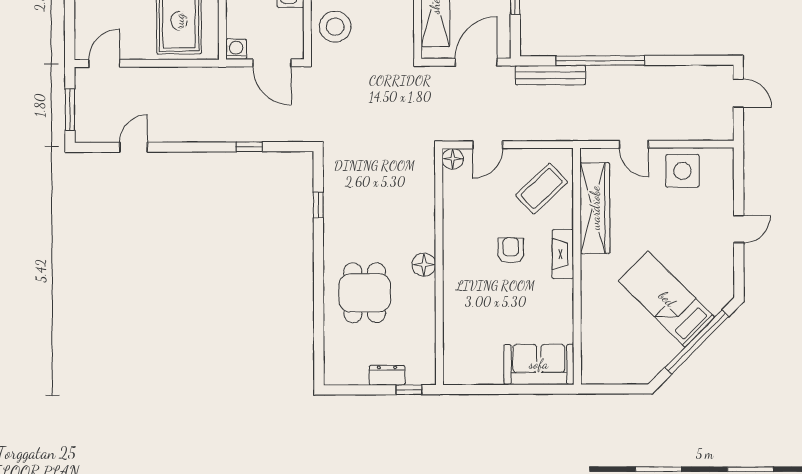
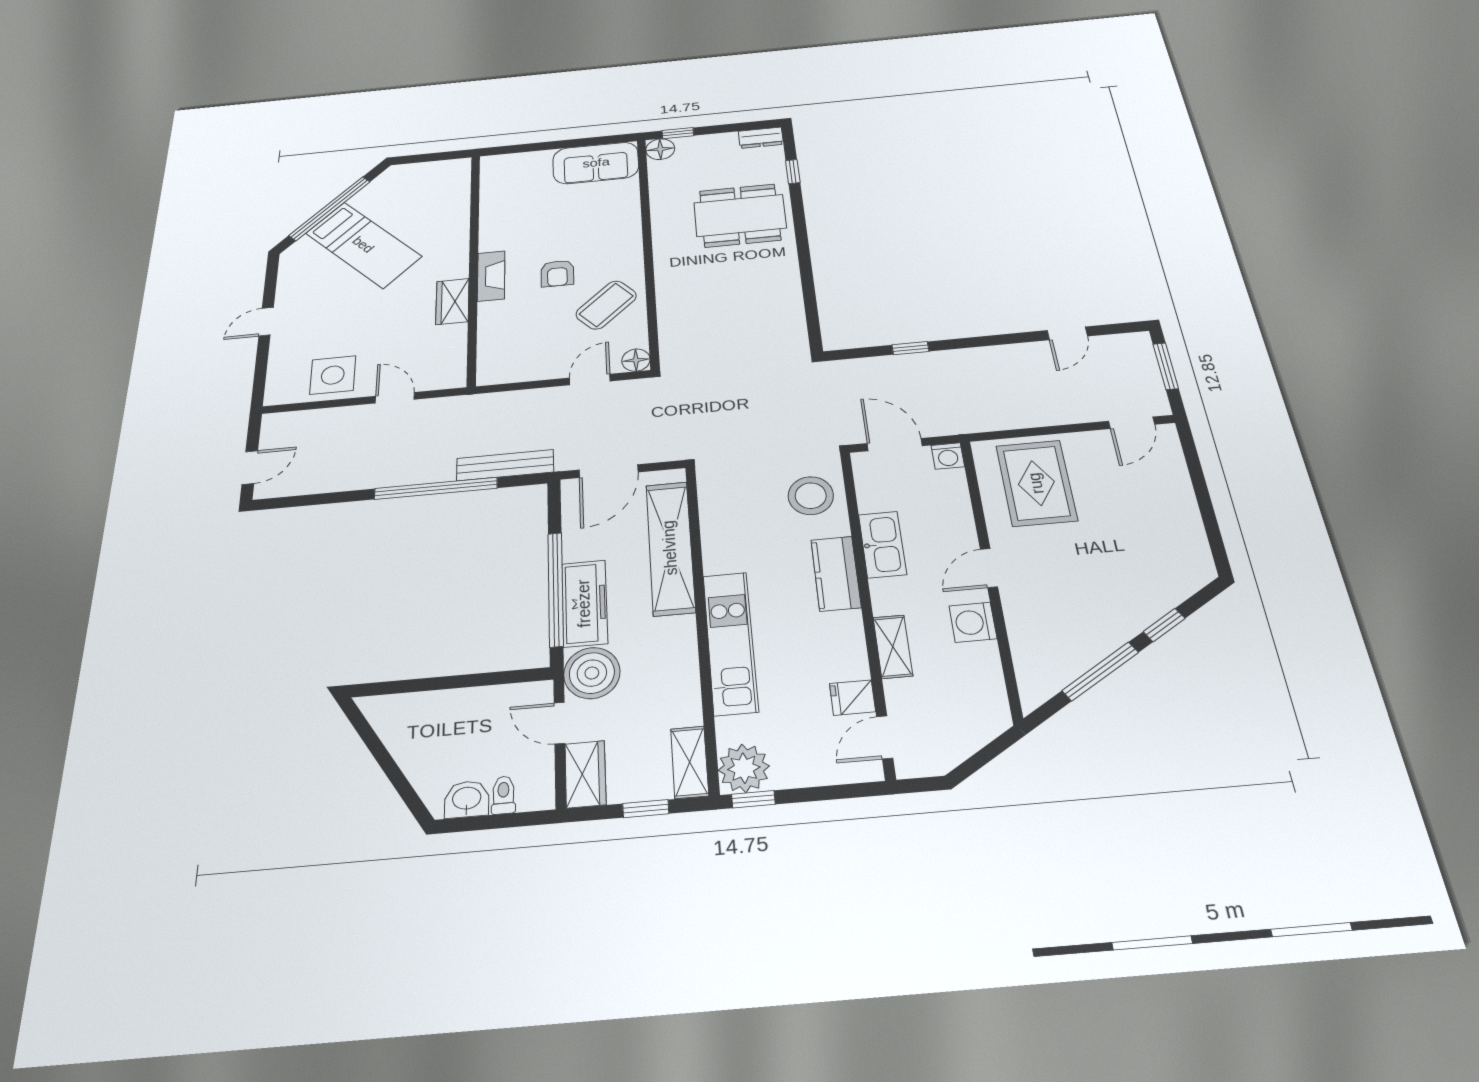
door: (738, 93) -> (250, 468), swing flipped
coffee table: (542, 188) -> (606, 305), moved
window: (318, 205) -> (793, 172), moved
wardrobe: (595, 208) -> (452, 301), width x0.48, depth x0.85
floor lamp: (424, 265) -> (660, 149), moved
dining table: (365, 293) -> (740, 215), width x1.38
sofa: (539, 364) -> (596, 163), moved
dresser: (387, 375) -> (761, 138), moved

